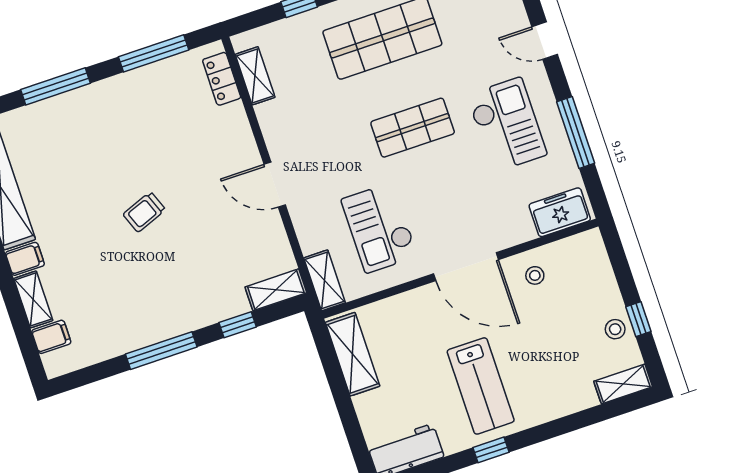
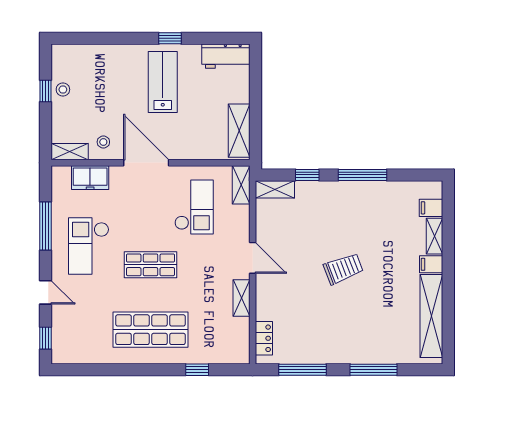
shelving: (255, 76) -> (241, 298), moved
trolley: (144, 212) -> (343, 269), width x1.36, depth x1.39
freezer: (560, 212) -> (90, 178), moved
shelving: (623, 384) -> (70, 152), moved

